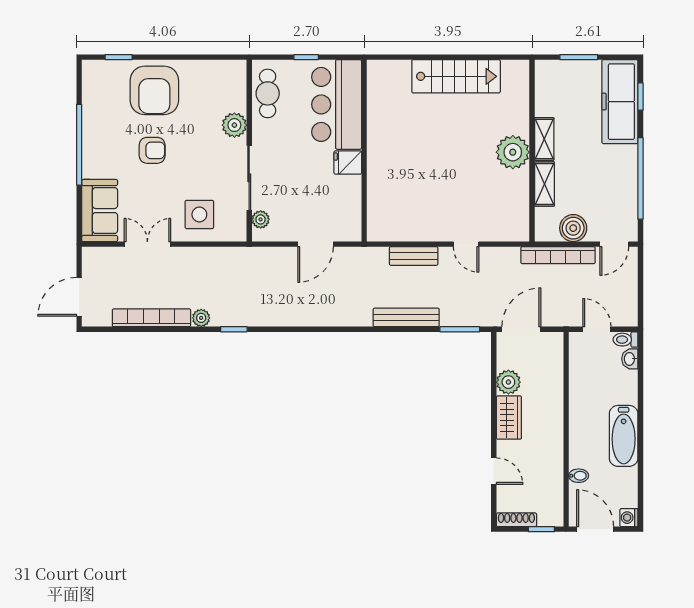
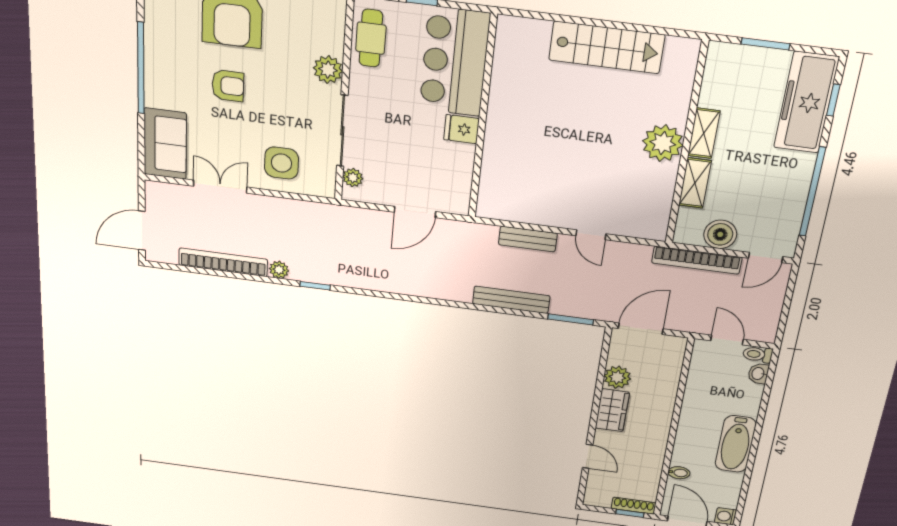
shoe rack: (516, 520) -> (634, 506), moved

